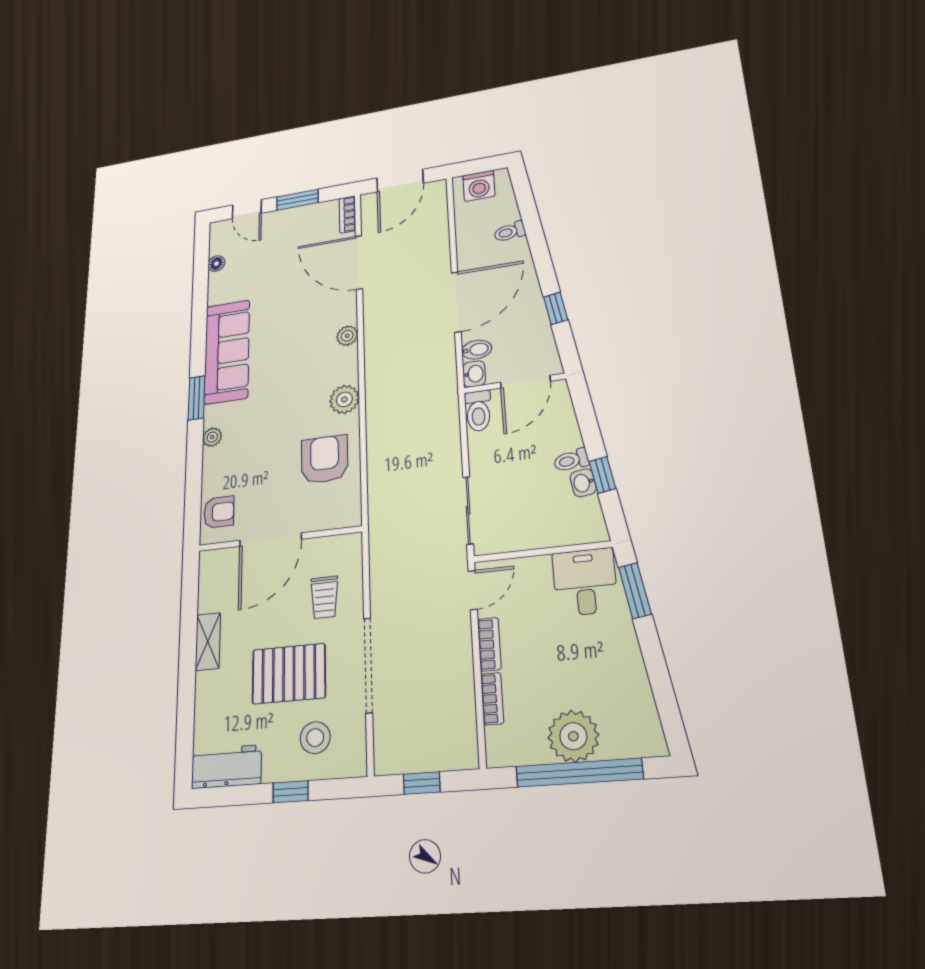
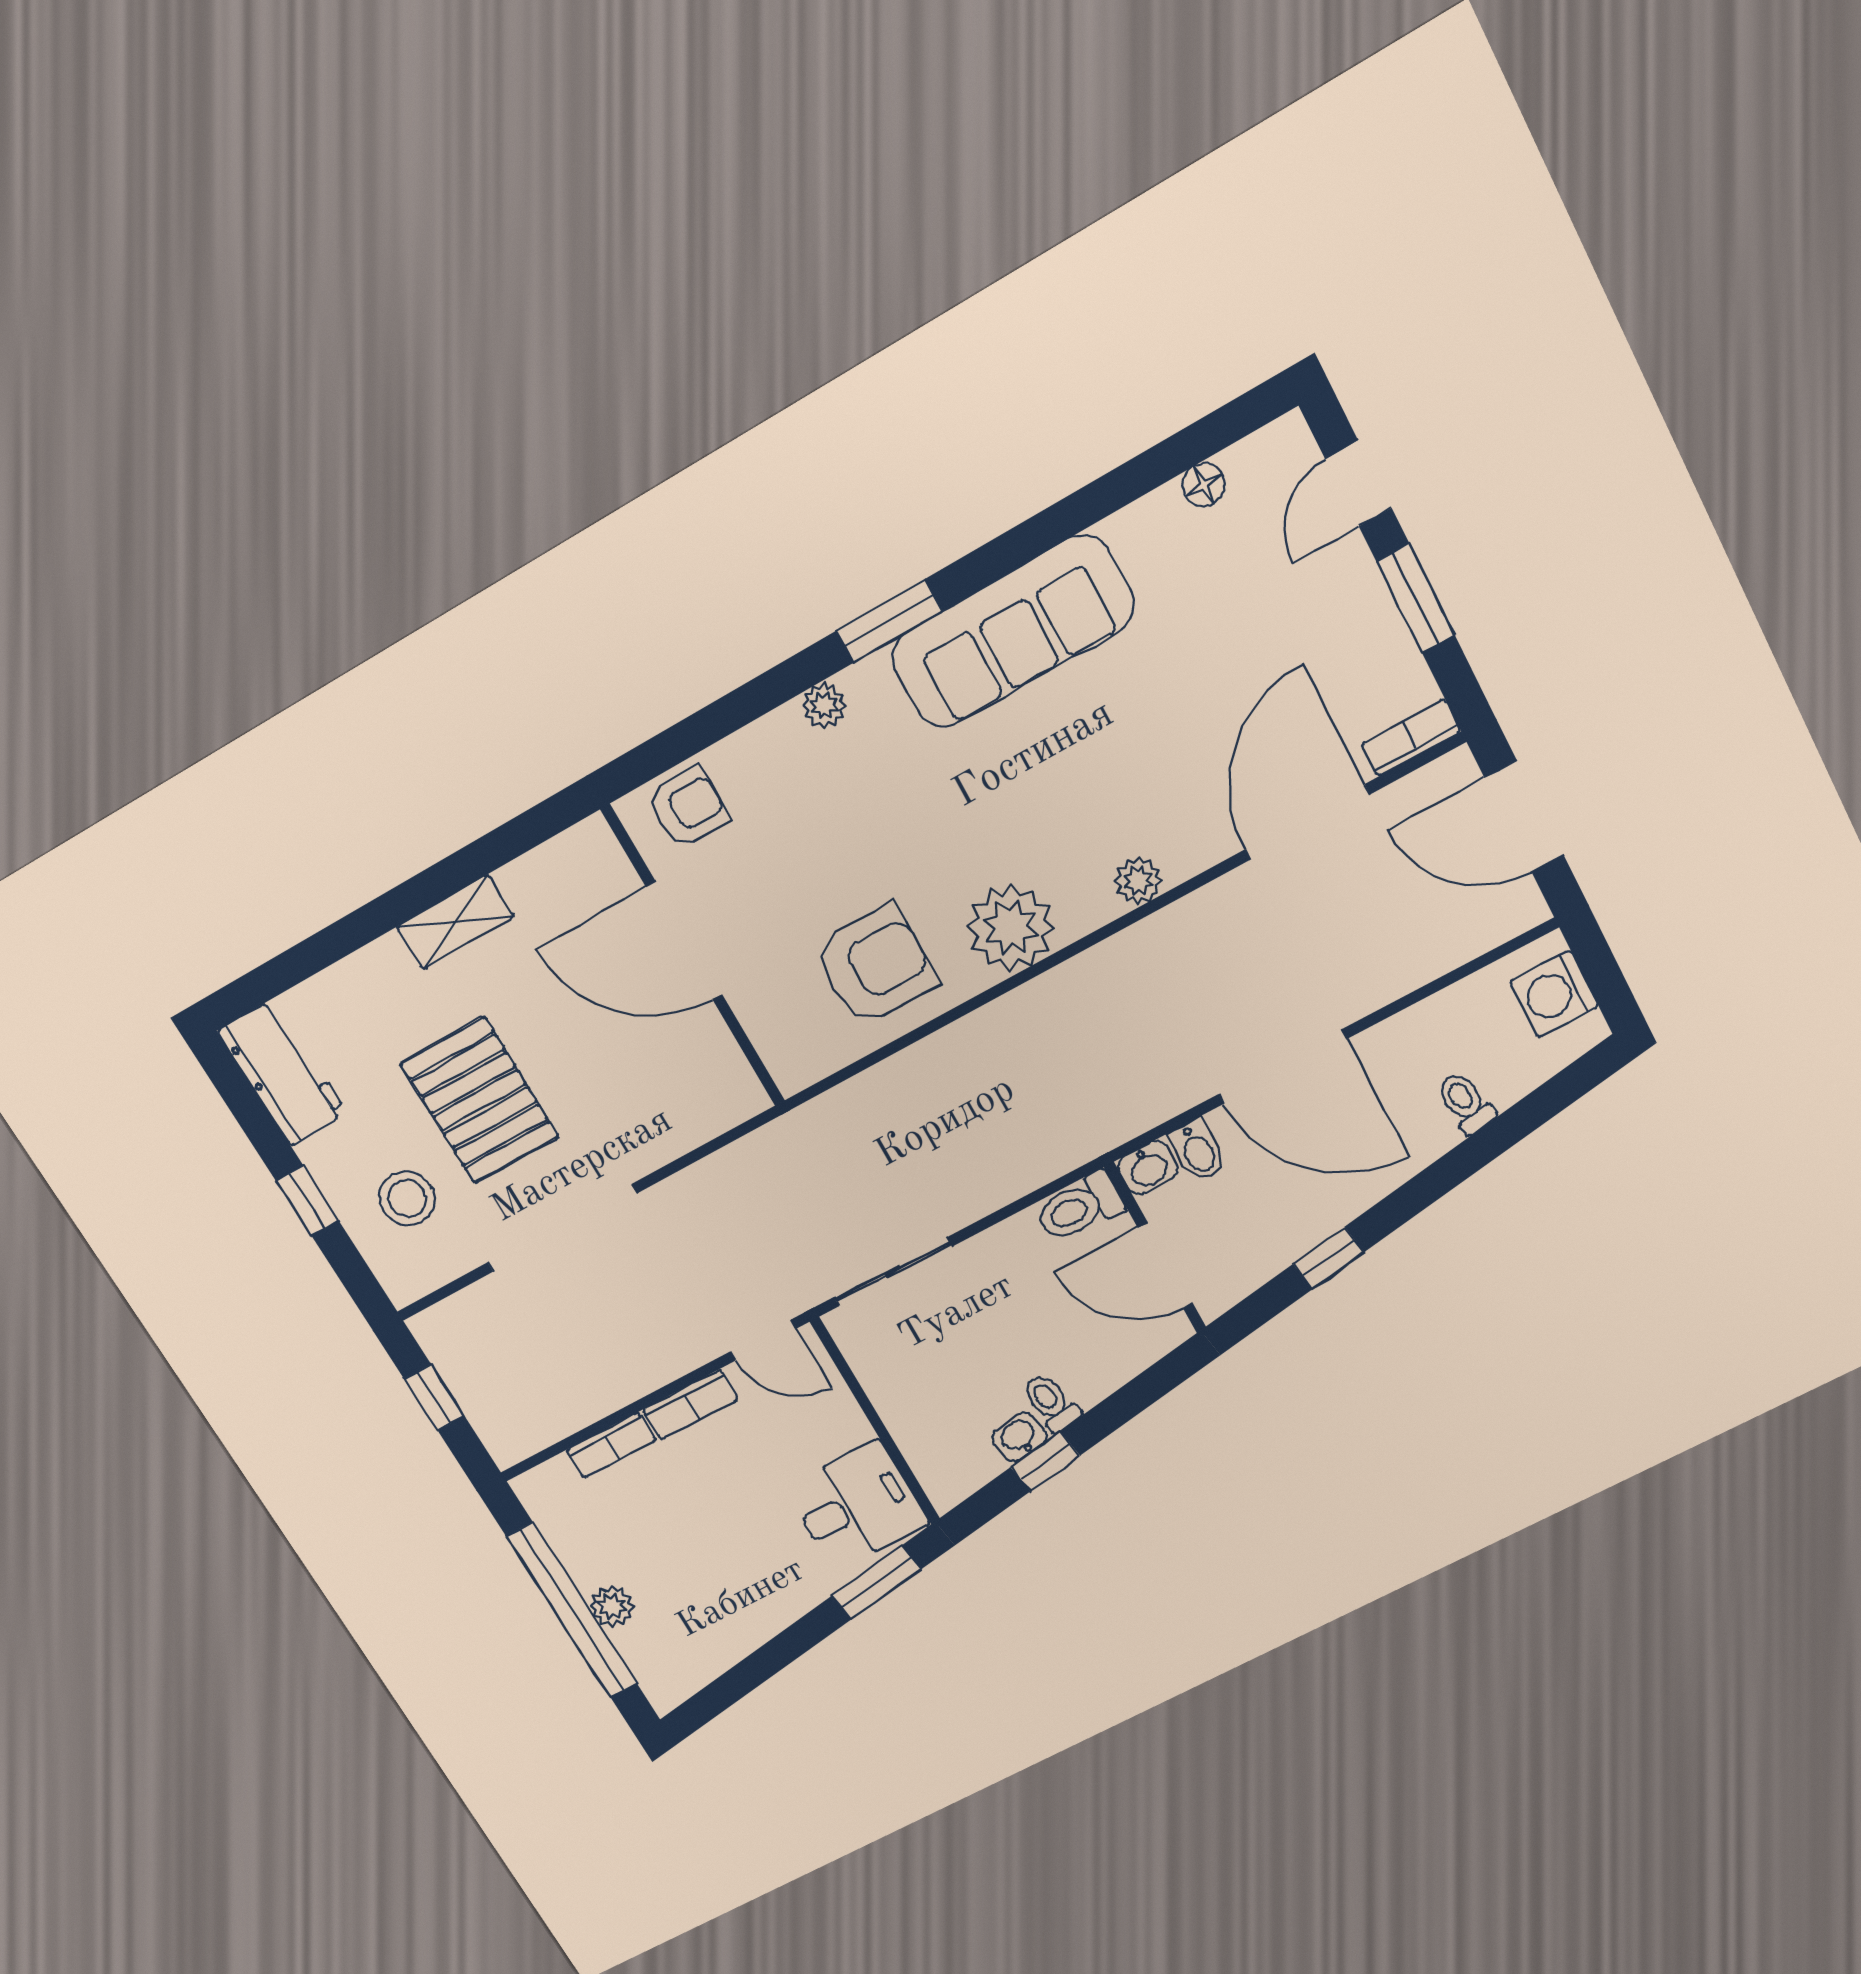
plant: (344, 399) -> (1011, 928), width x1.36, depth x1.36
armchair: (219, 512) -> (688, 808), turned -90
trolley: (325, 597) -> (633, 1096), removed
plant: (573, 736) -> (612, 1607), width x0.53, depth x0.53

